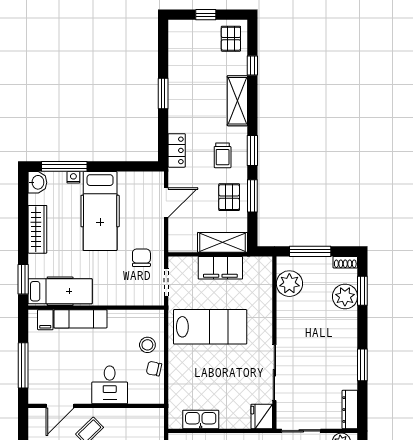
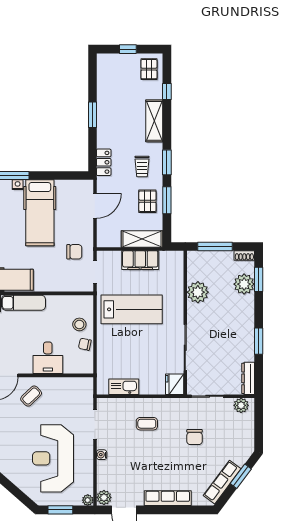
chair: (141, 258) -> (74, 252), turned 90
plant: (289, 284) -> (198, 292), moved

